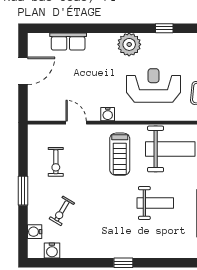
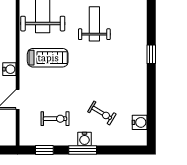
window: (23, 151) -> (44, 150), added
water cooler: (35, 232) -> (85, 139), moved

